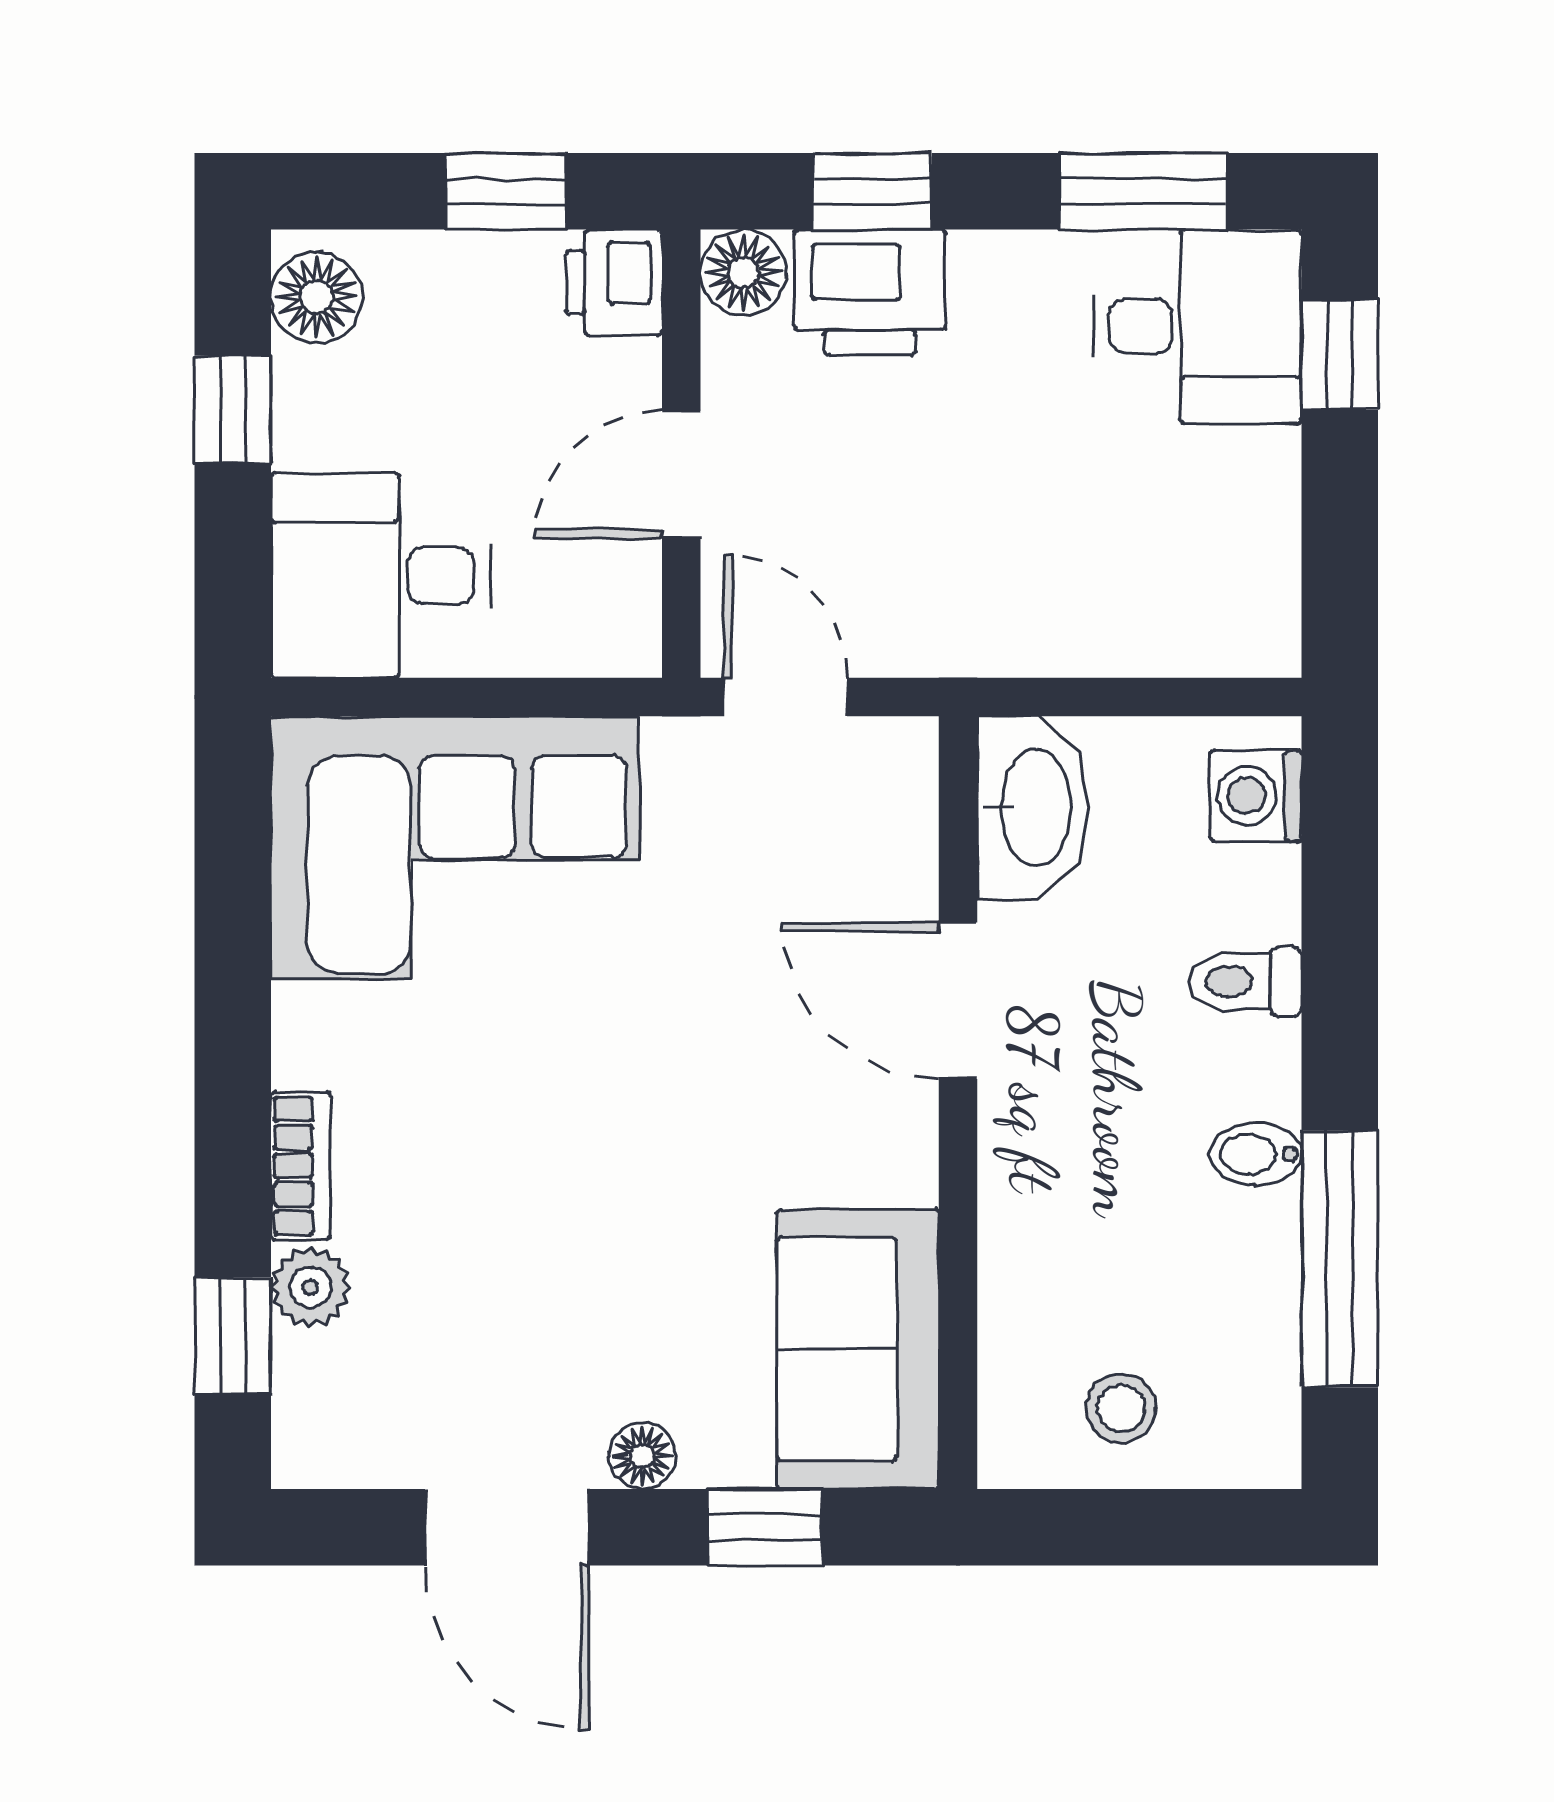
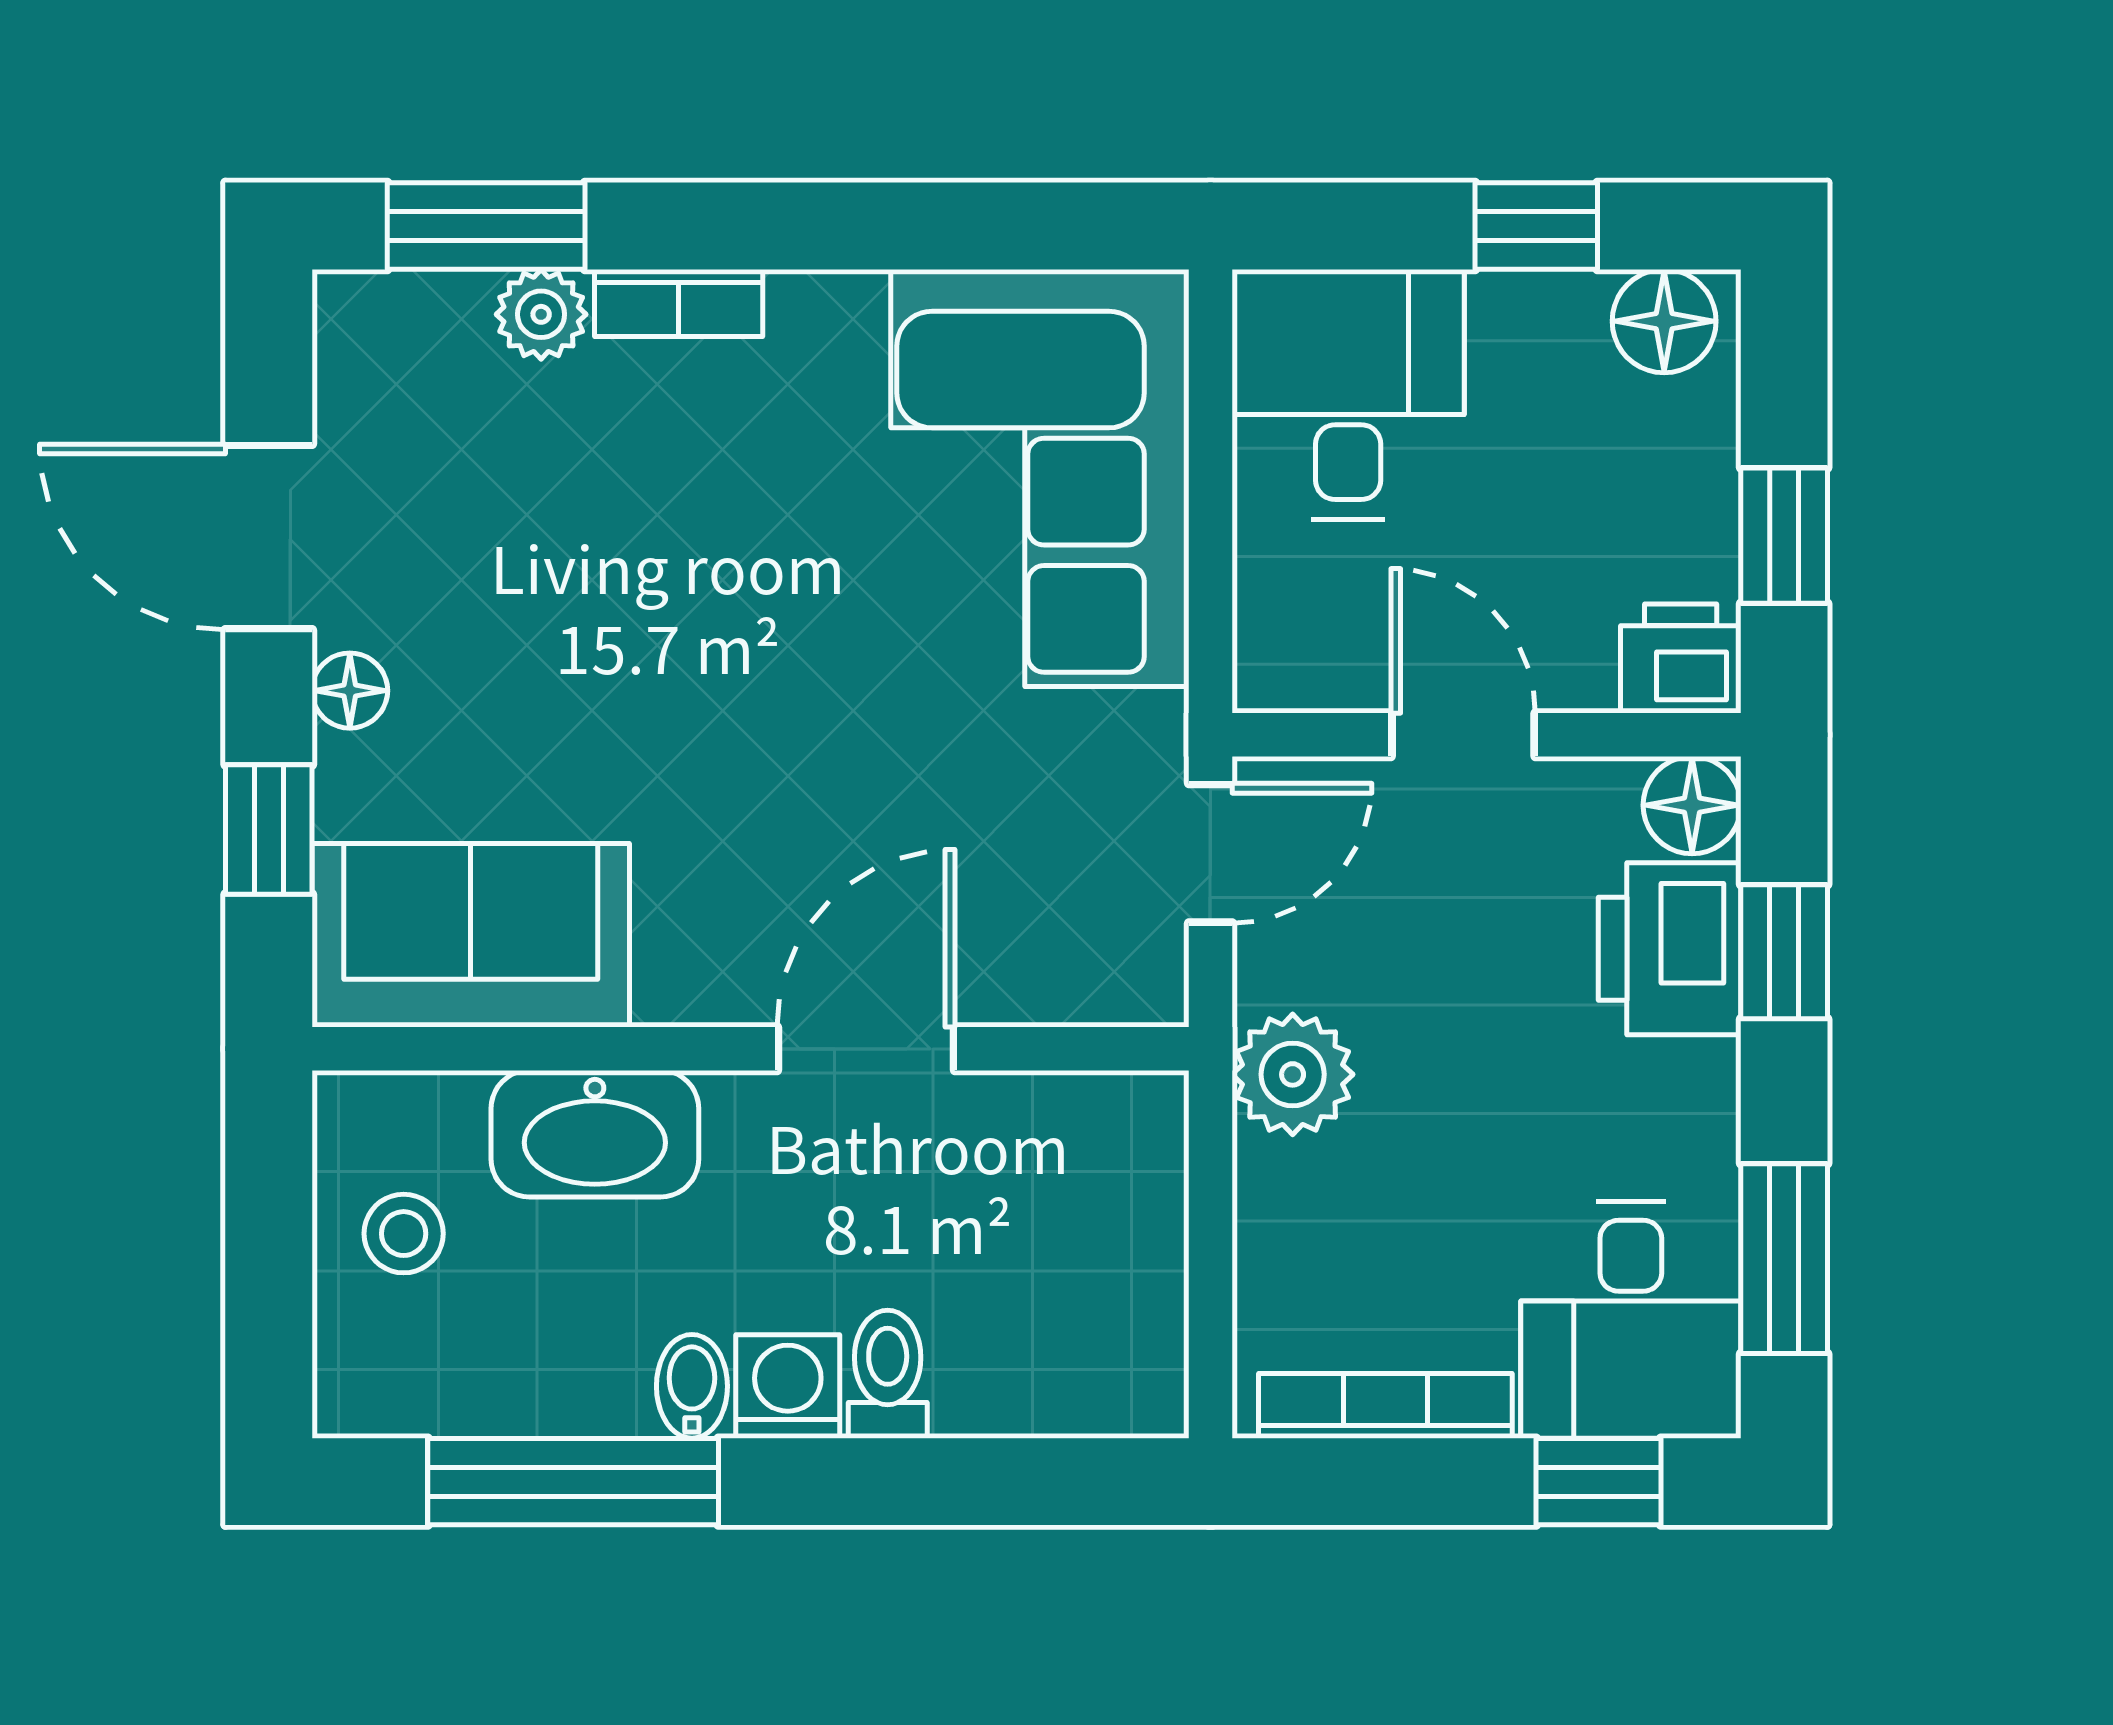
bookcase: (1273, 543) -> (1385, 1406), added
plant: (981, 625) -> (1293, 1074), added
washing machine: (1256, 796) -> (788, 1386), moved
washbasin: (1033, 808) -> (595, 1134), moved
window: (233, 1336) -> (486, 226), width x1.50
door: (507, 1527) -> (269, 537), hinge flipped

